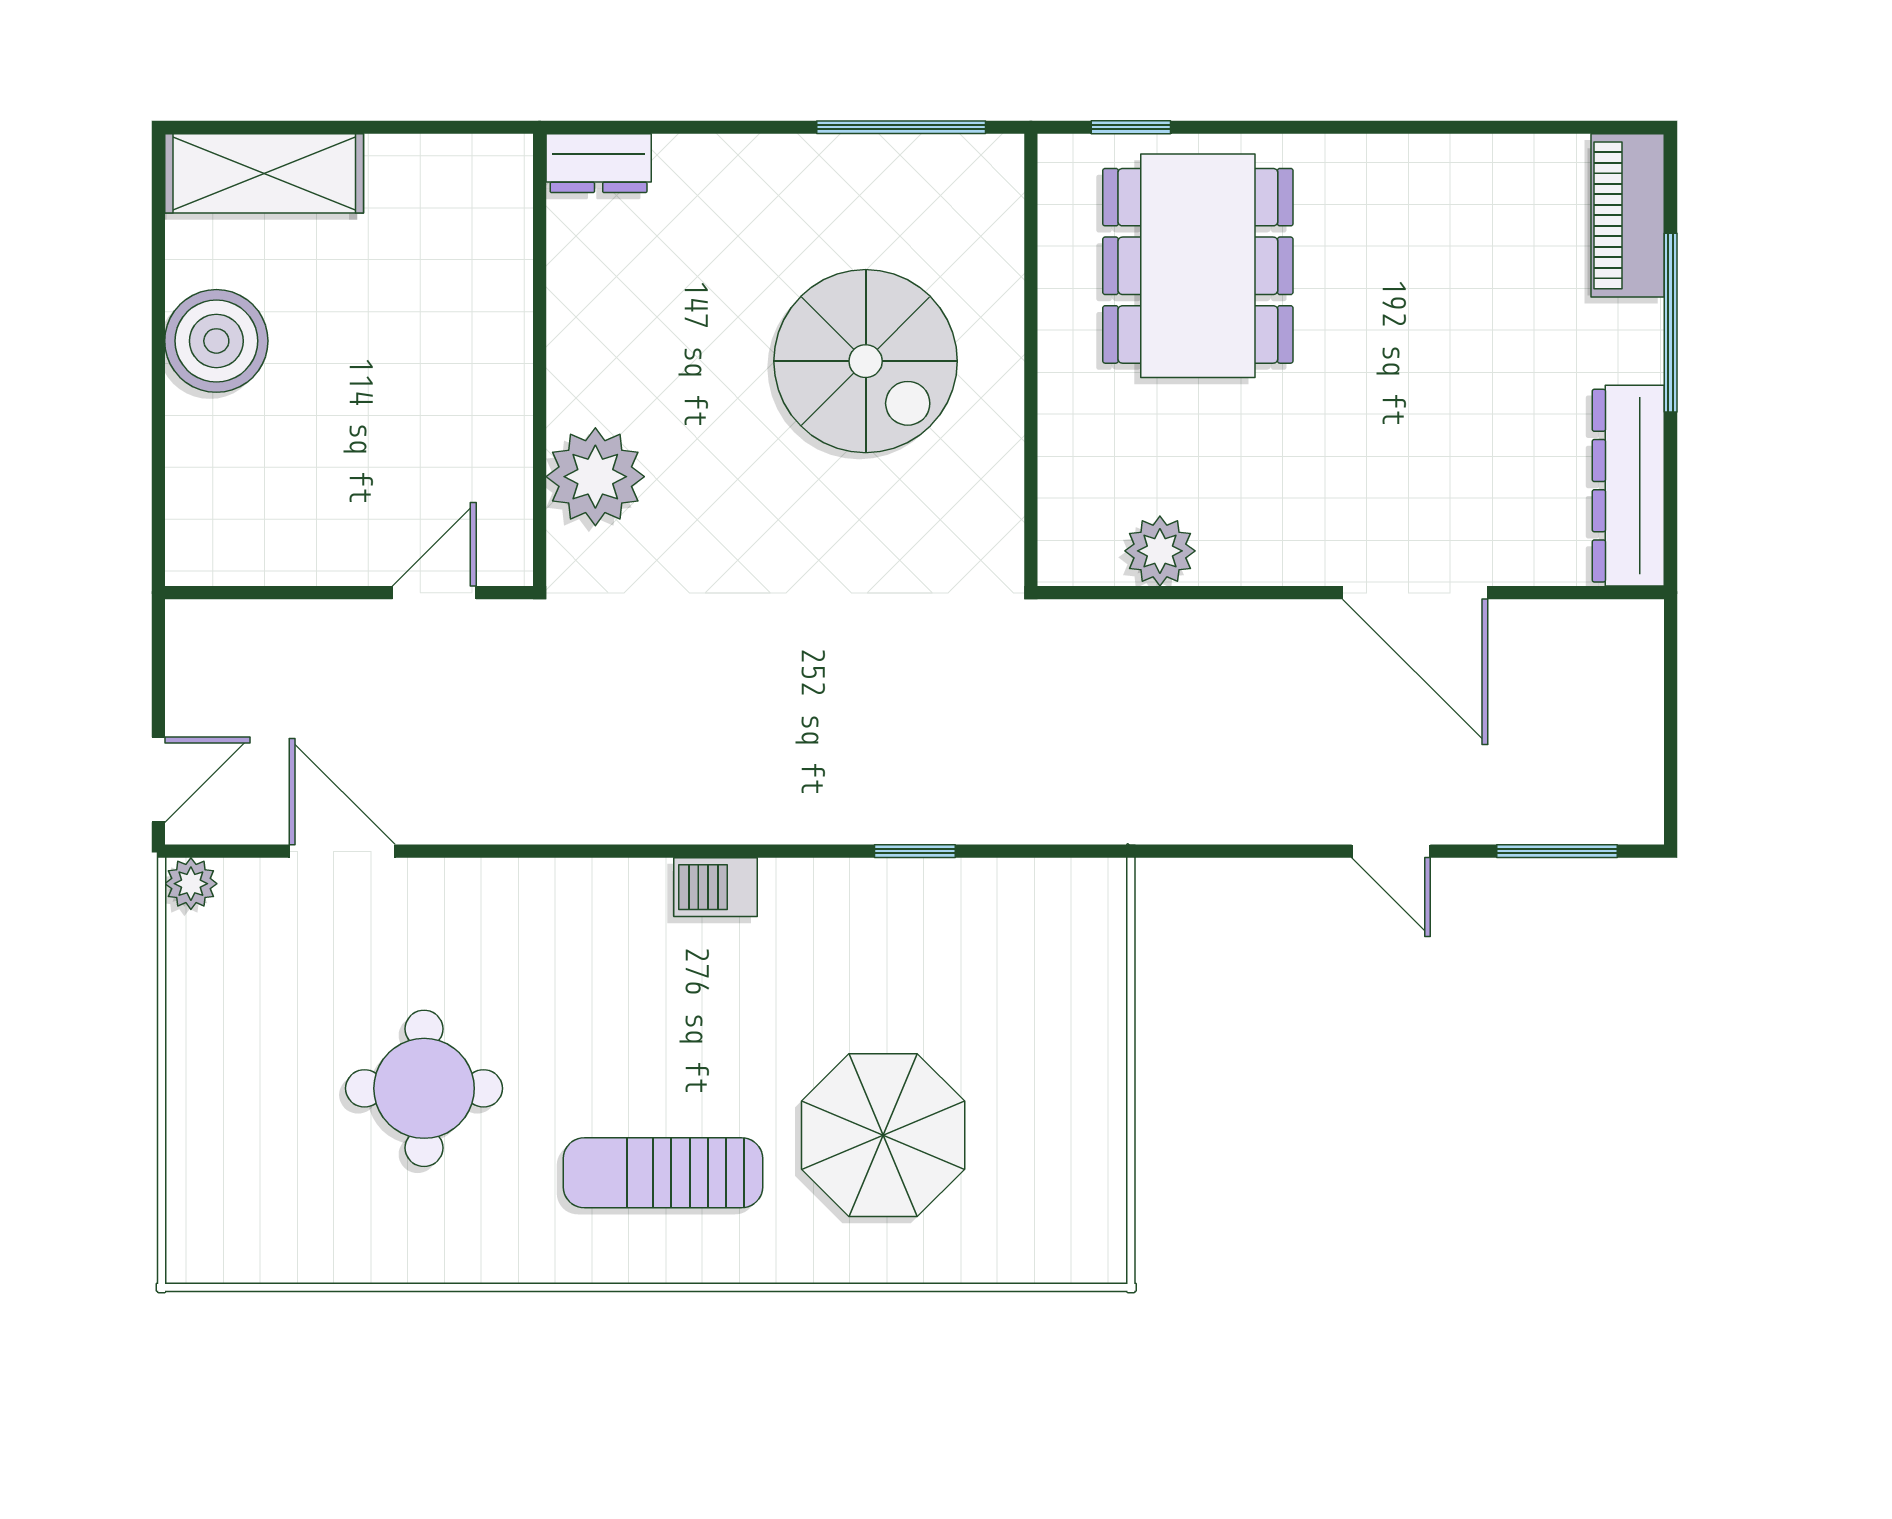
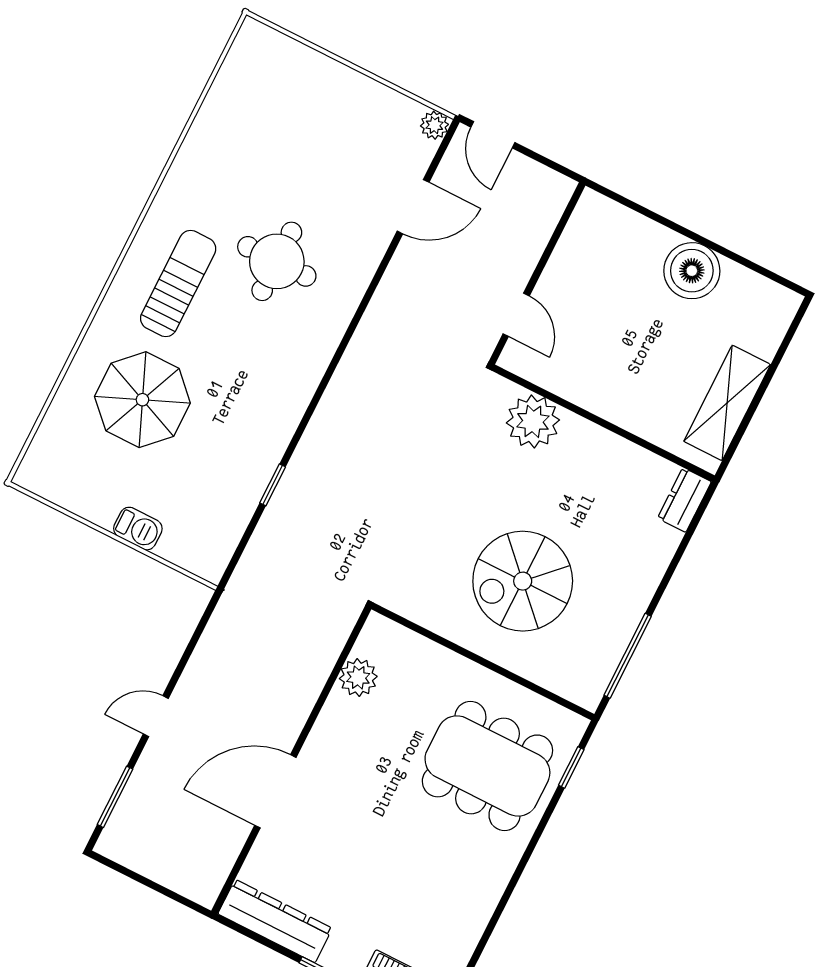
shelving: (264, 173) -> (727, 403), moved
barbecue: (716, 887) -> (138, 529), moved, turned 90
round table: (424, 1088) -> (277, 261), moved

